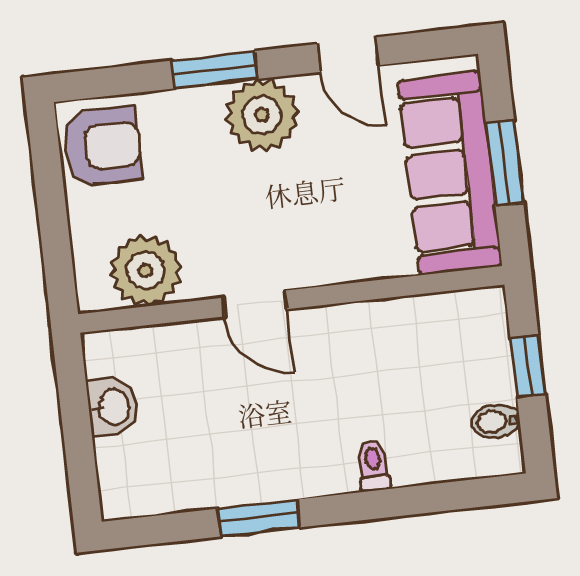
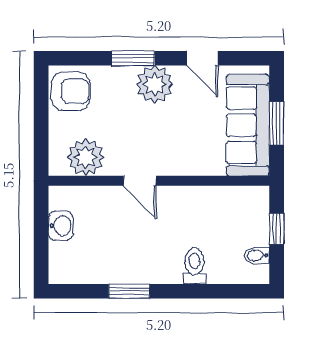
toilet: (373, 465) -> (194, 266), width x1.37, depth x1.39

